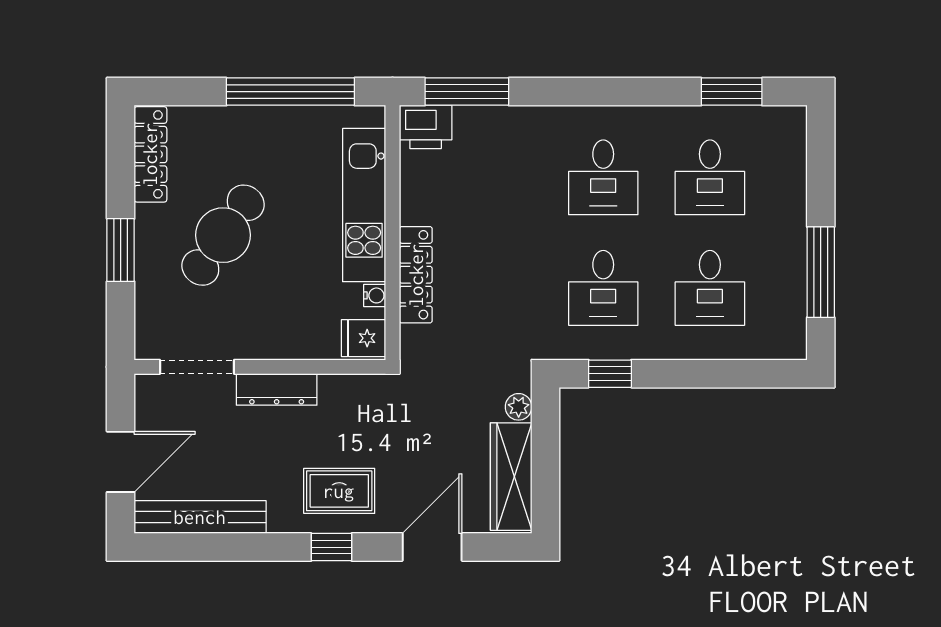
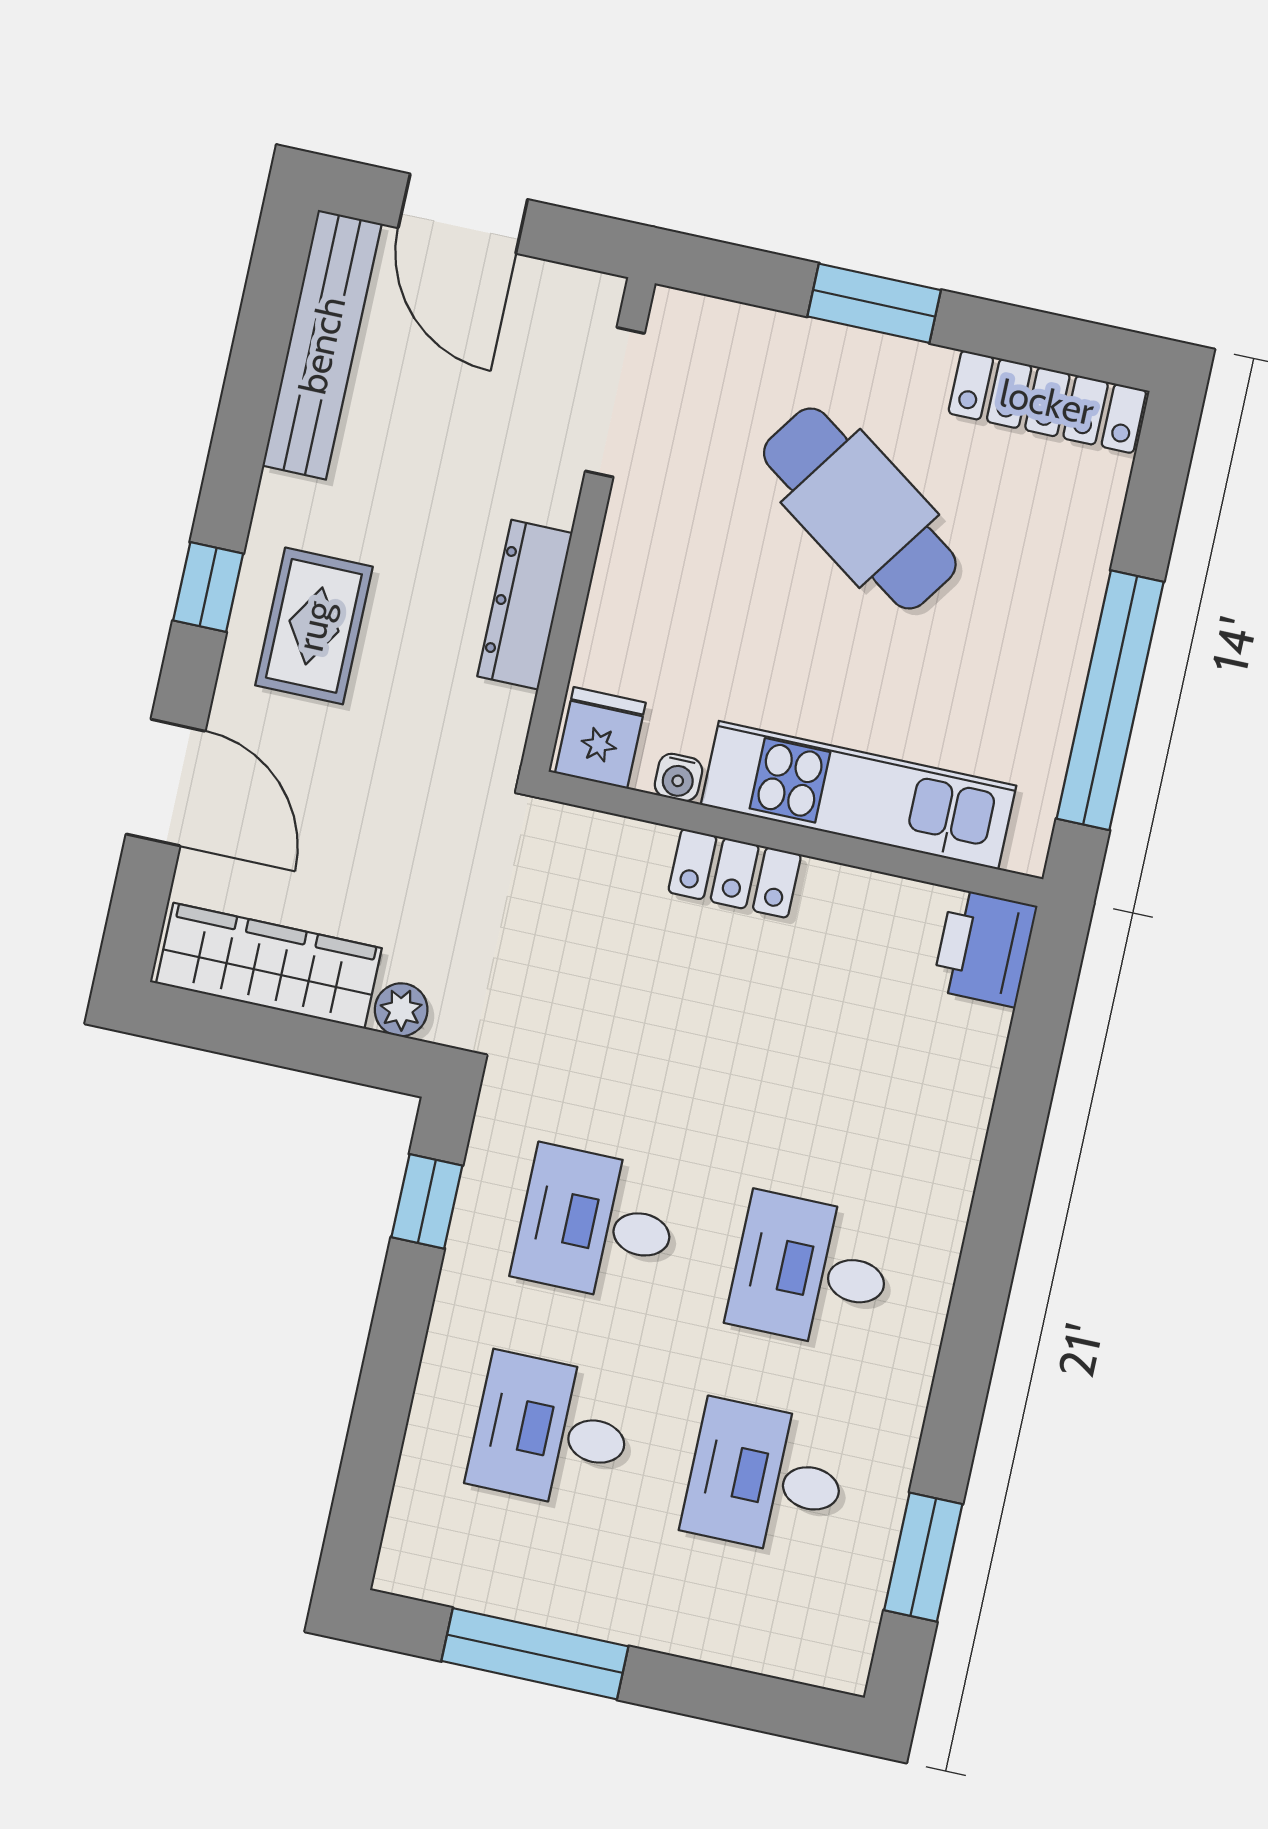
window: (467, 92) -> (1035, 1043), removed
locker: (416, 275) -> (735, 873), width x0.66
dresser: (277, 389) -> (525, 605), moved

